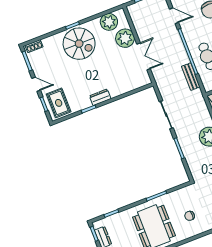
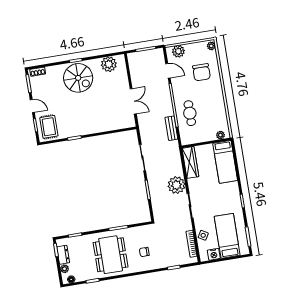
plant: (125, 38) -> (120, 82), removed
dresser: (100, 97) -> (87, 130), removed

